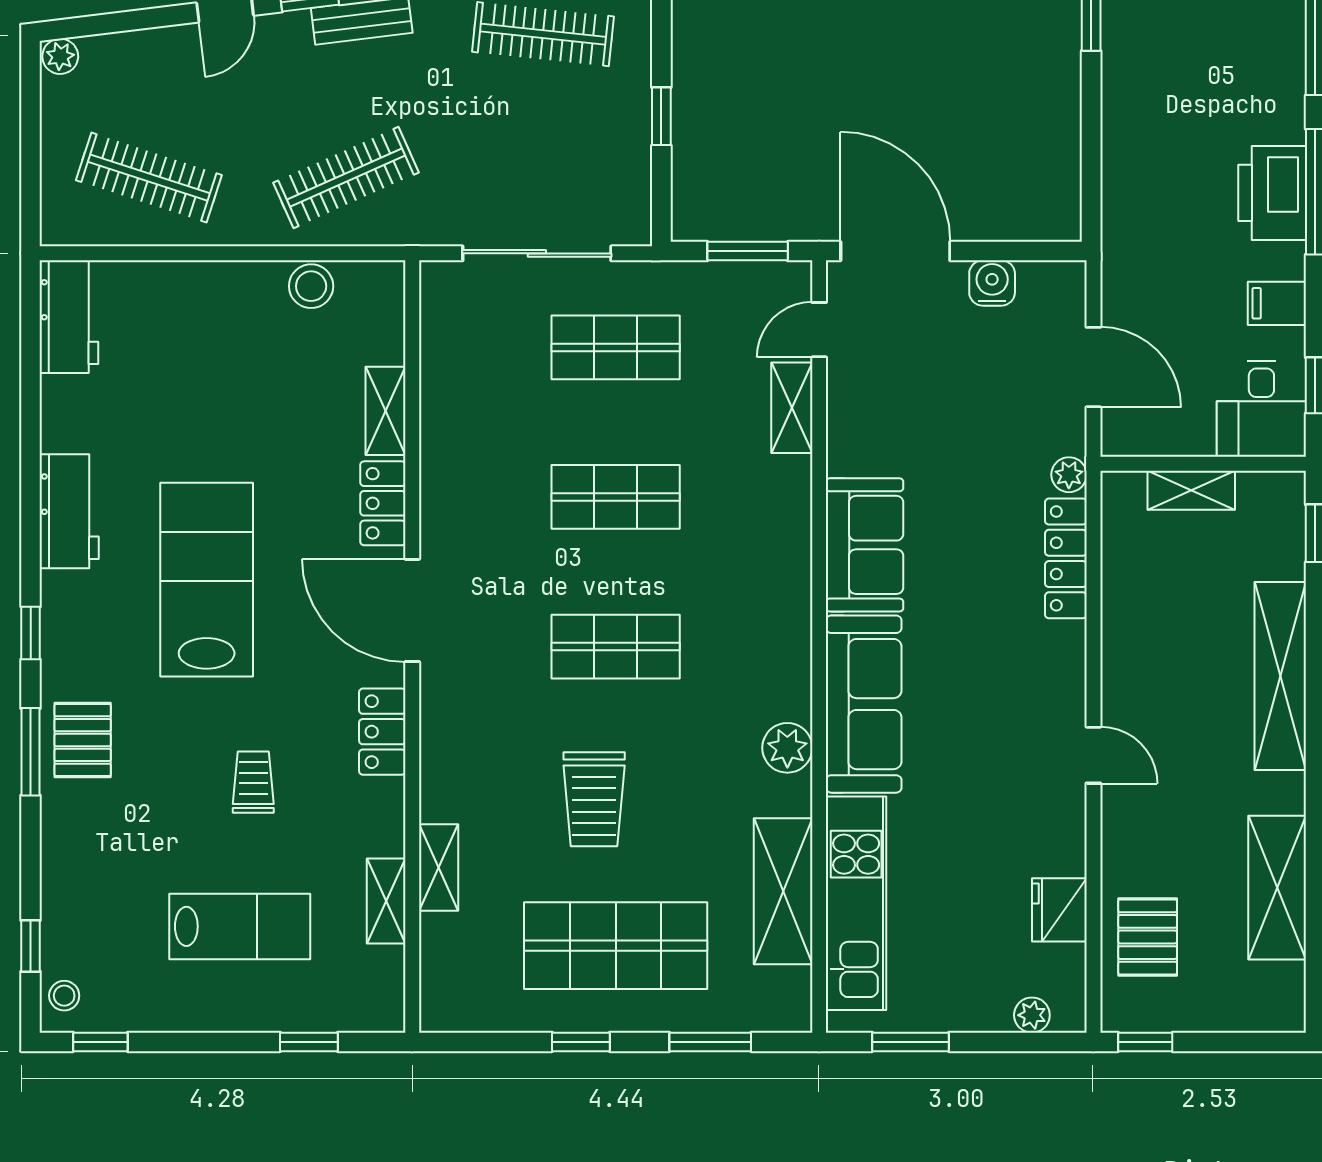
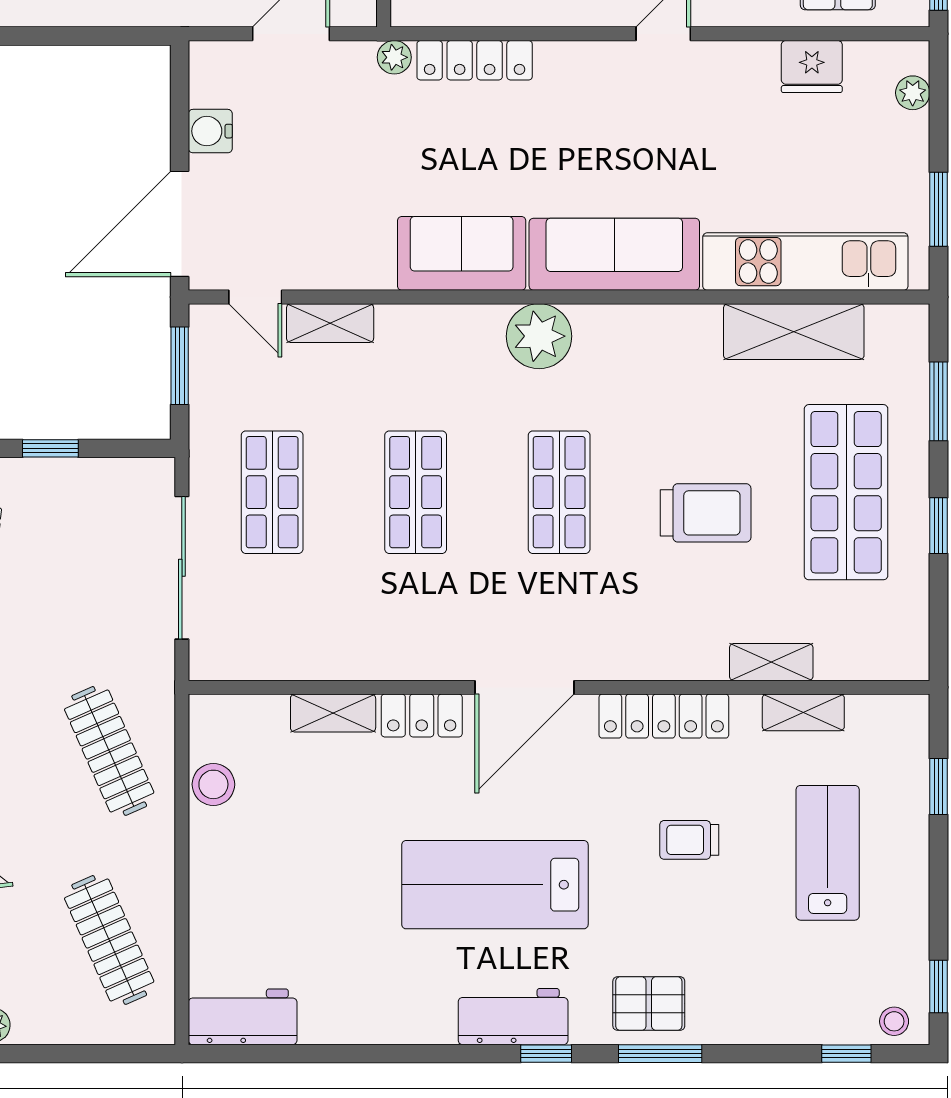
clothes rail: (149, 178) -> (109, 940), turned -42
workbench: (69, 511) -> (513, 1017), moved
locker: (382, 732) -> (664, 716), width x1.53
plant: (787, 748) -> (539, 336), moved, width x1.36, depth x1.36

